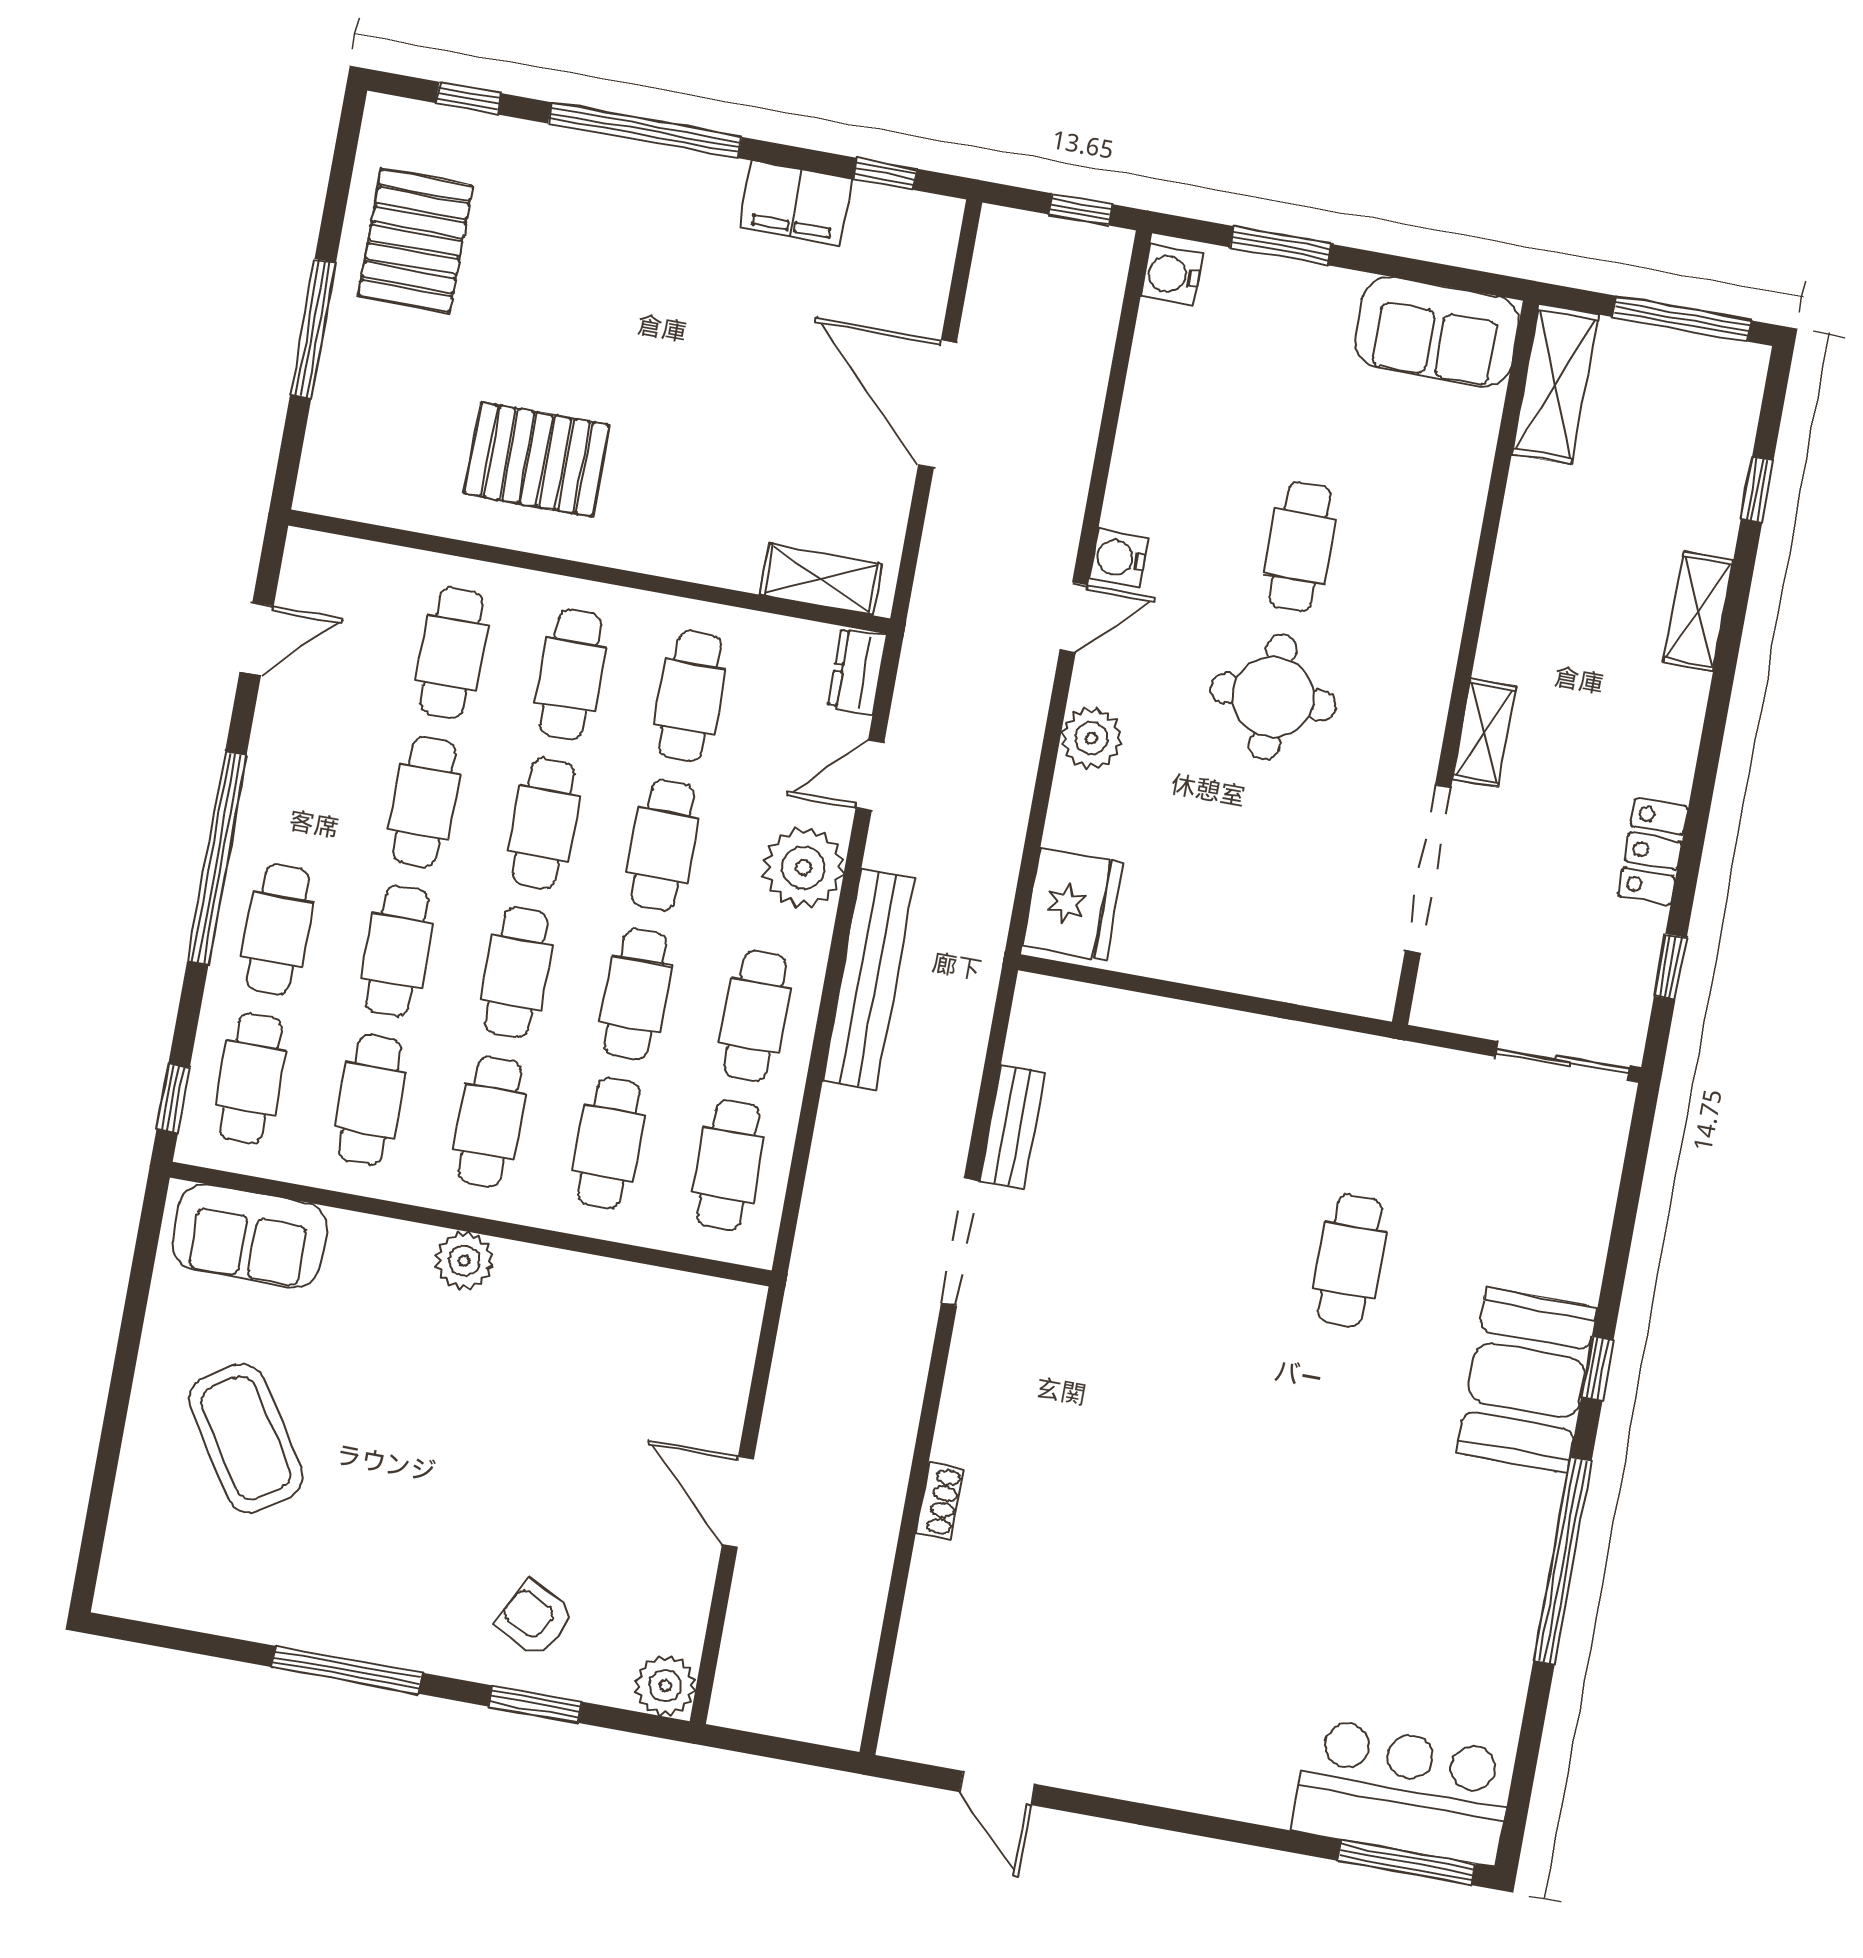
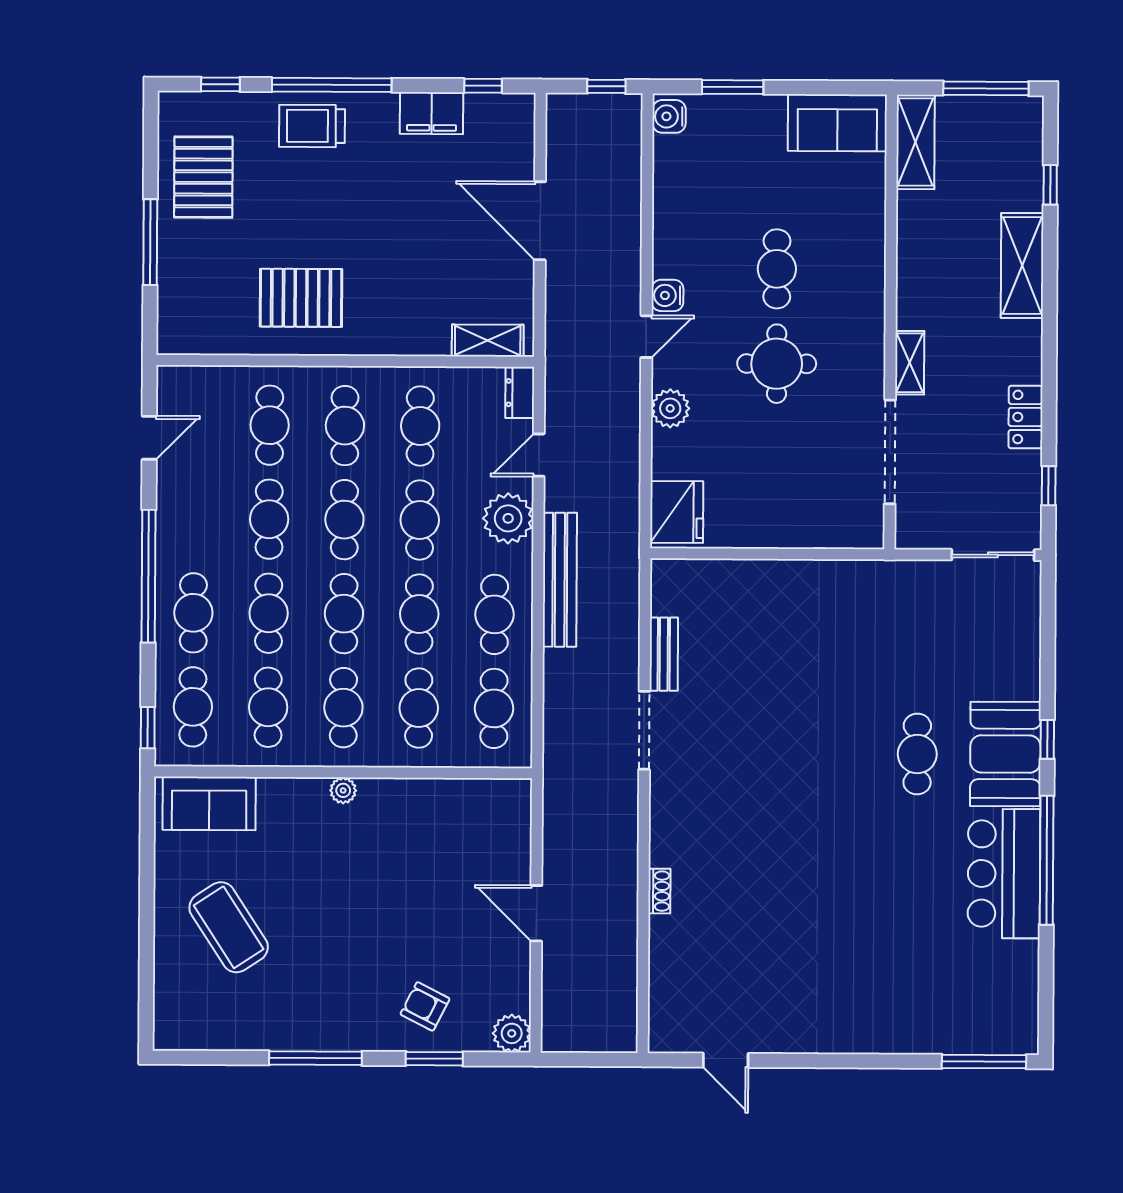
trolley: (602, 190) -> (312, 126), added
shelving: (1698, 611) -> (1022, 265), width x1.50, depth x1.33
cafe table: (1350, 1260) -> (917, 754), moved
plant: (464, 1261) -> (343, 790), width x0.73, depth x0.73
bar counter: (1404, 1792) -> (1004, 874), moved, turned -90

